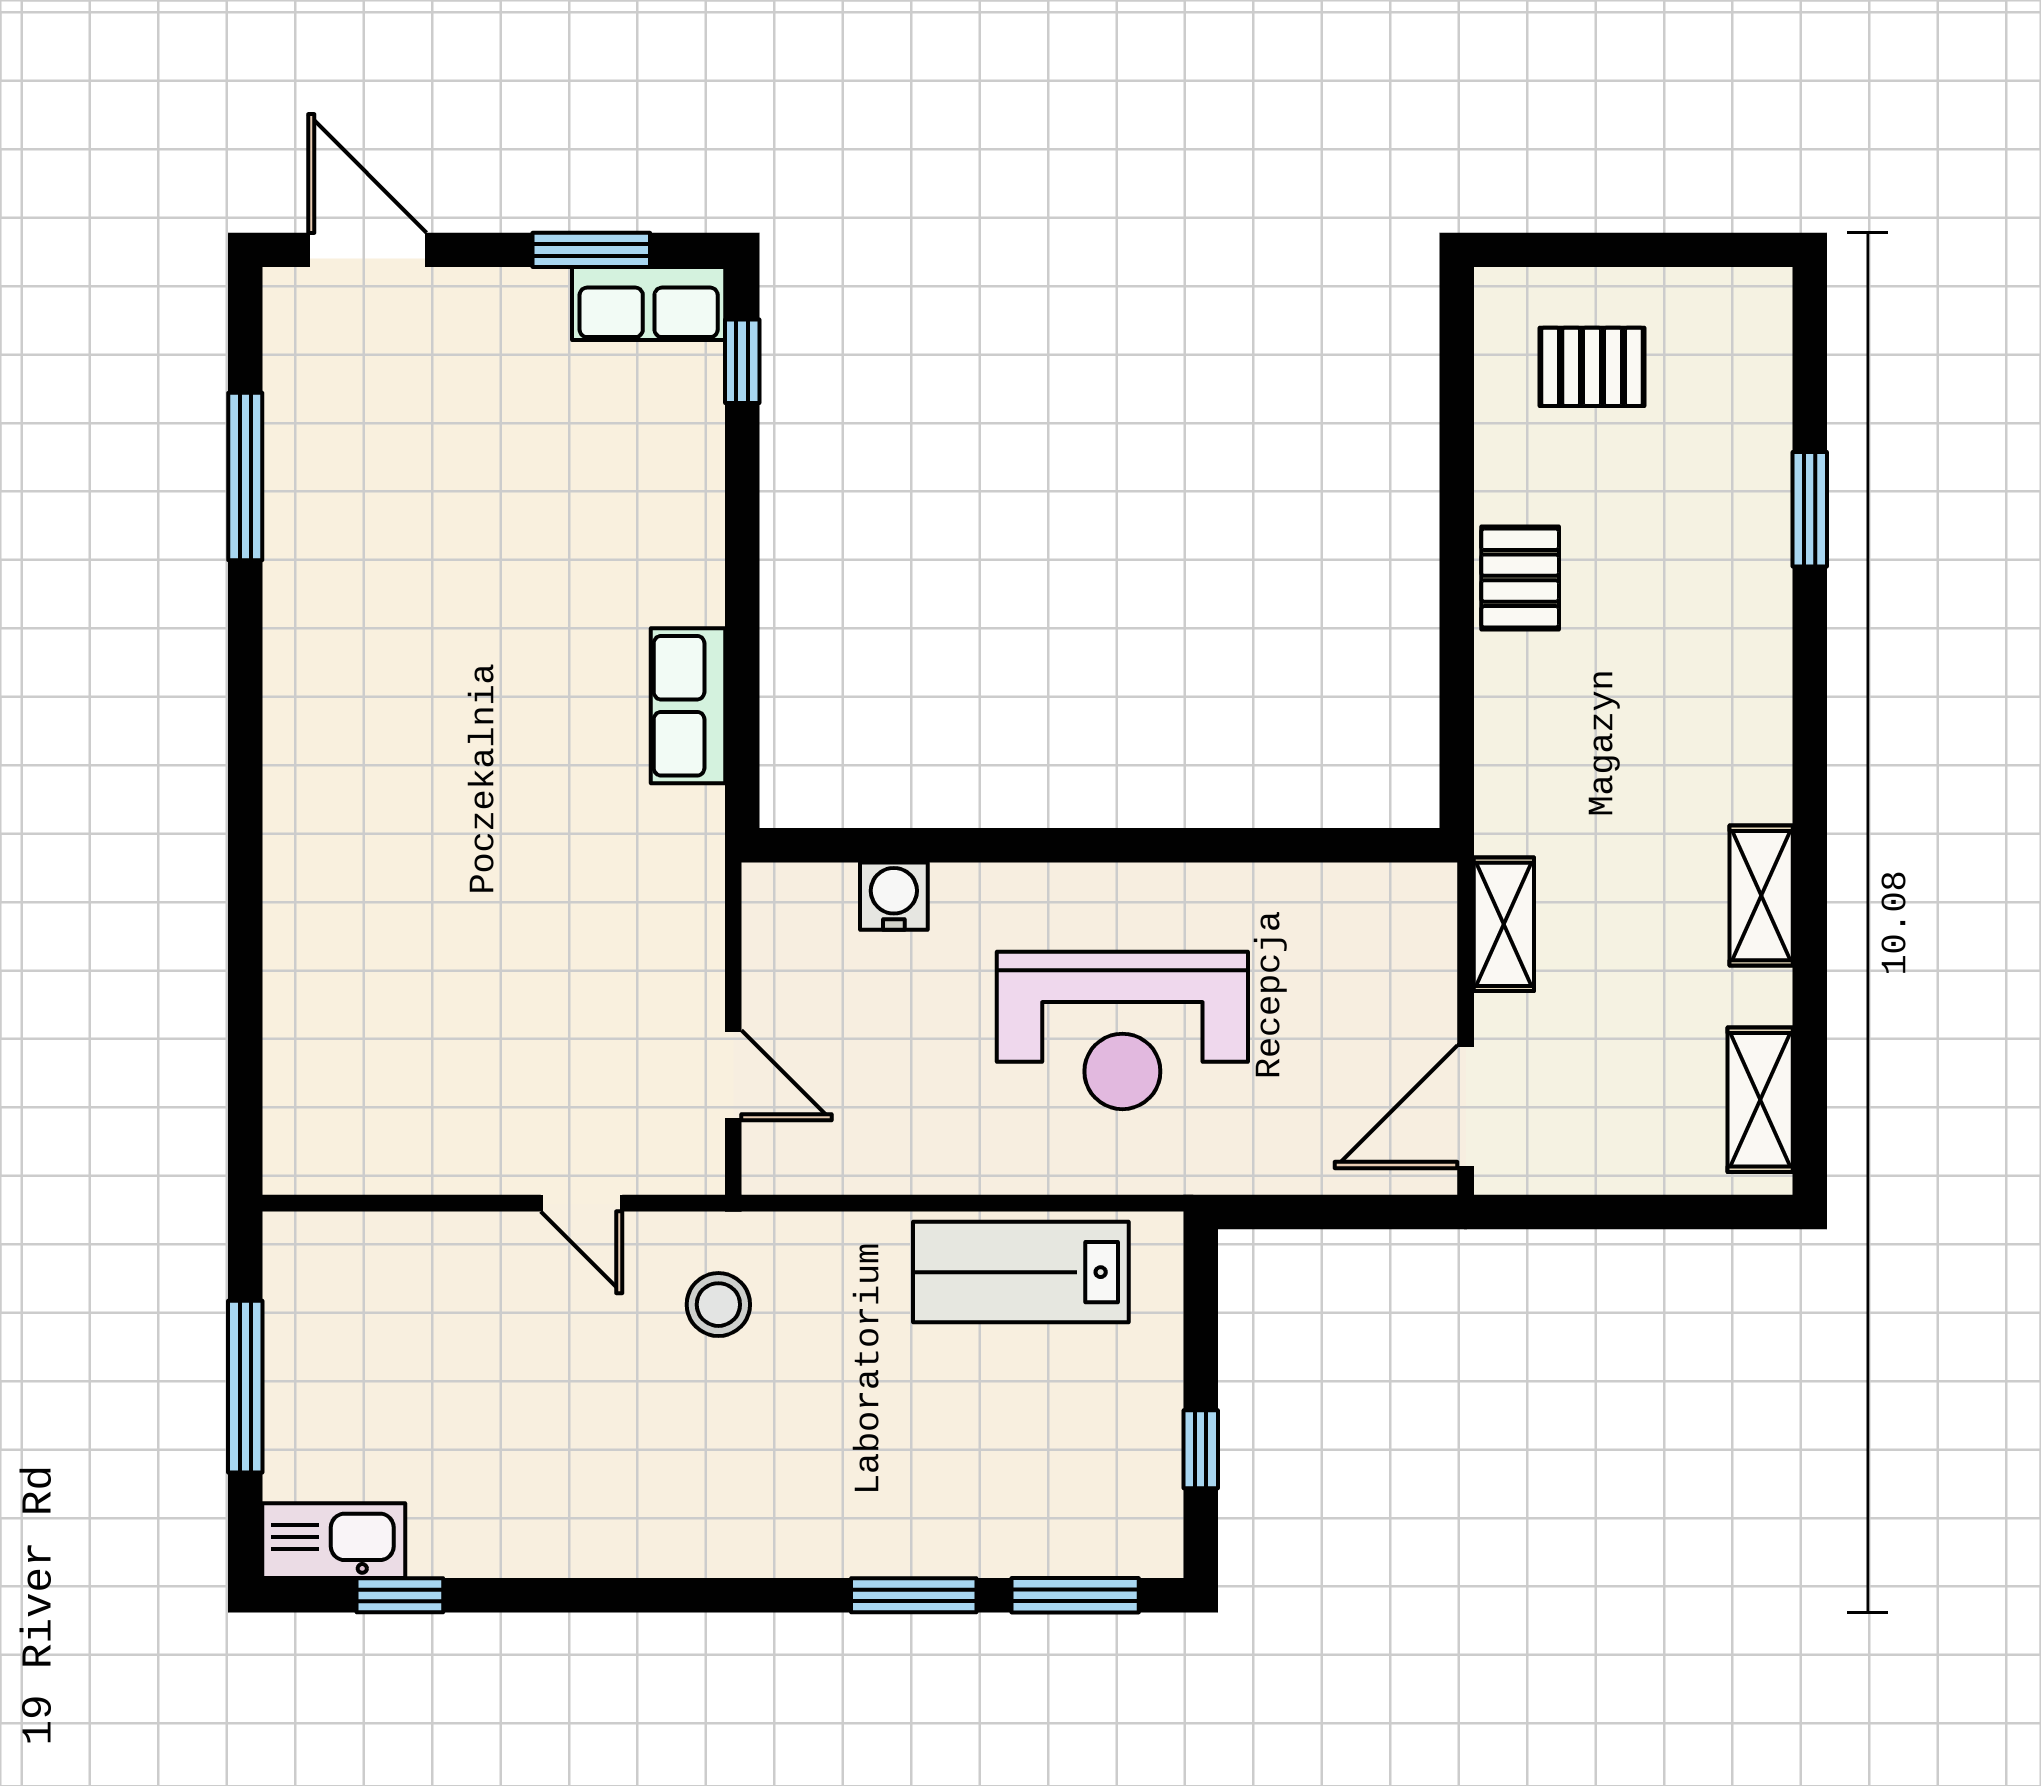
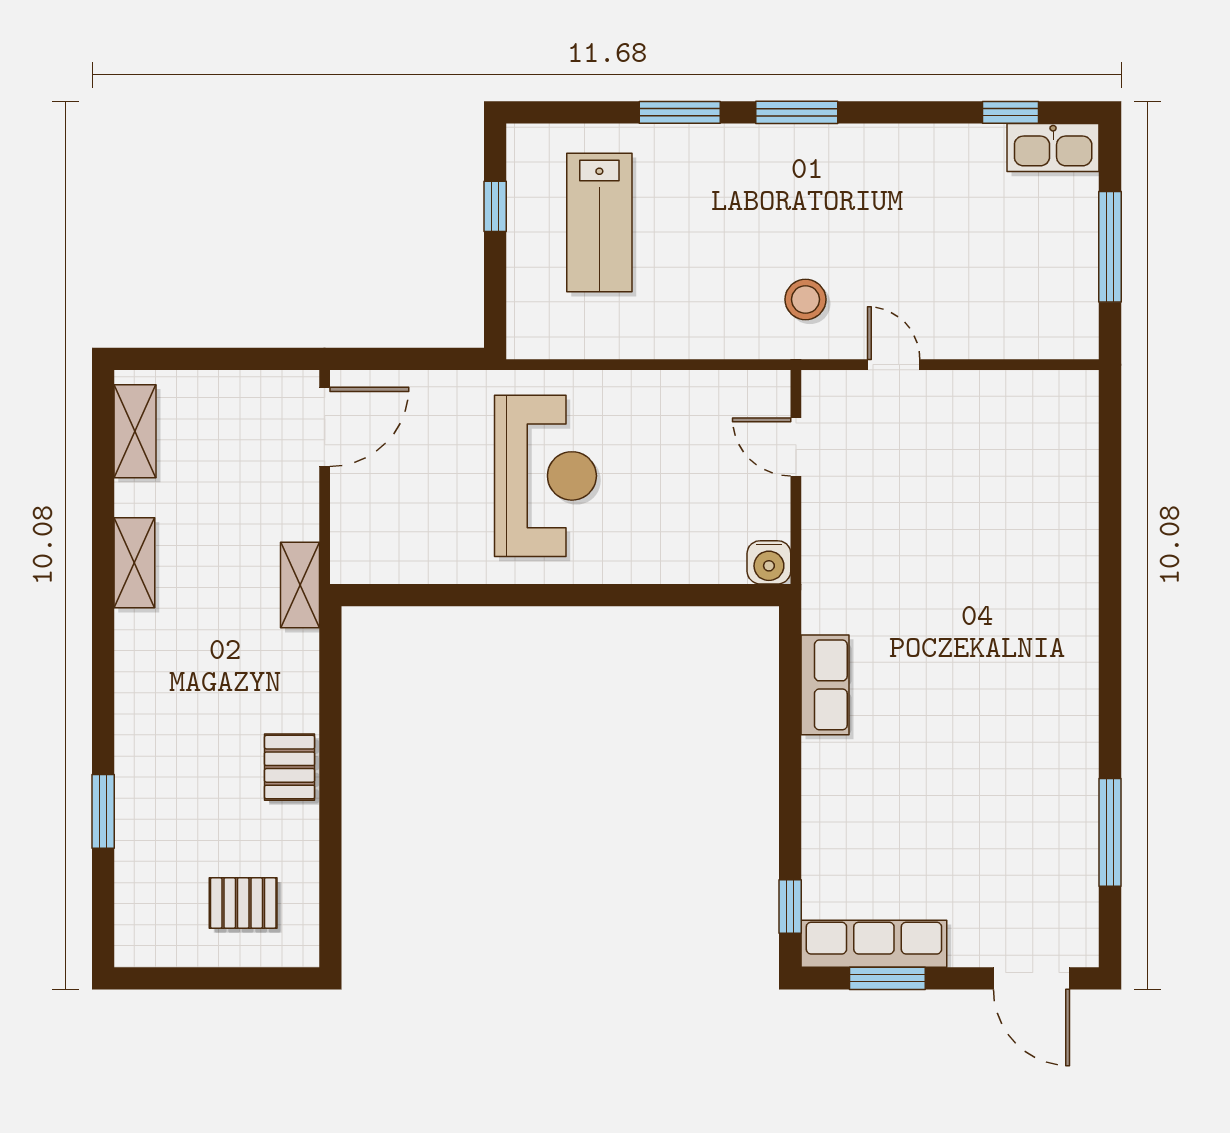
row of seats: (649, 304) -> (874, 944), width x1.48
water cooler: (894, 896) -> (769, 562), moved
shelving: (1504, 924) -> (300, 585), moved
reception desk: (1122, 1030) -> (545, 476), turned 90
lab bench: (1021, 1272) -> (599, 223), moved, turned 90
window: (1075, 1595) -> (797, 112), moved

